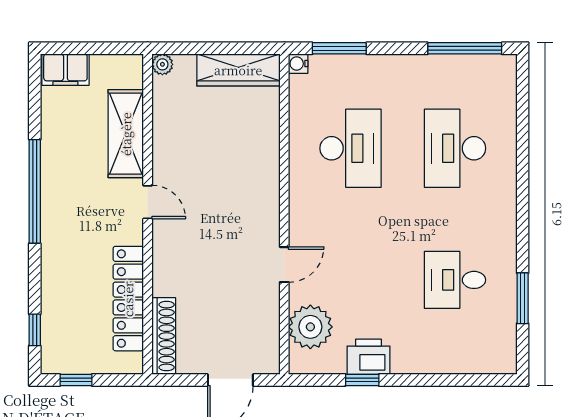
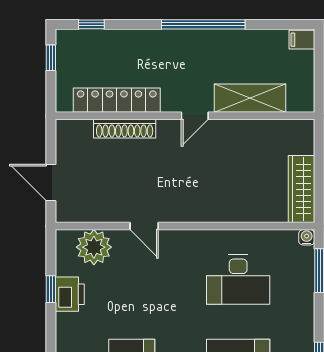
plant: (162, 64) -> (306, 128), removed
filing cabinet: (65, 70) -> (302, 40), width x0.50
shoe rack: (164, 336) -> (125, 129), moved

